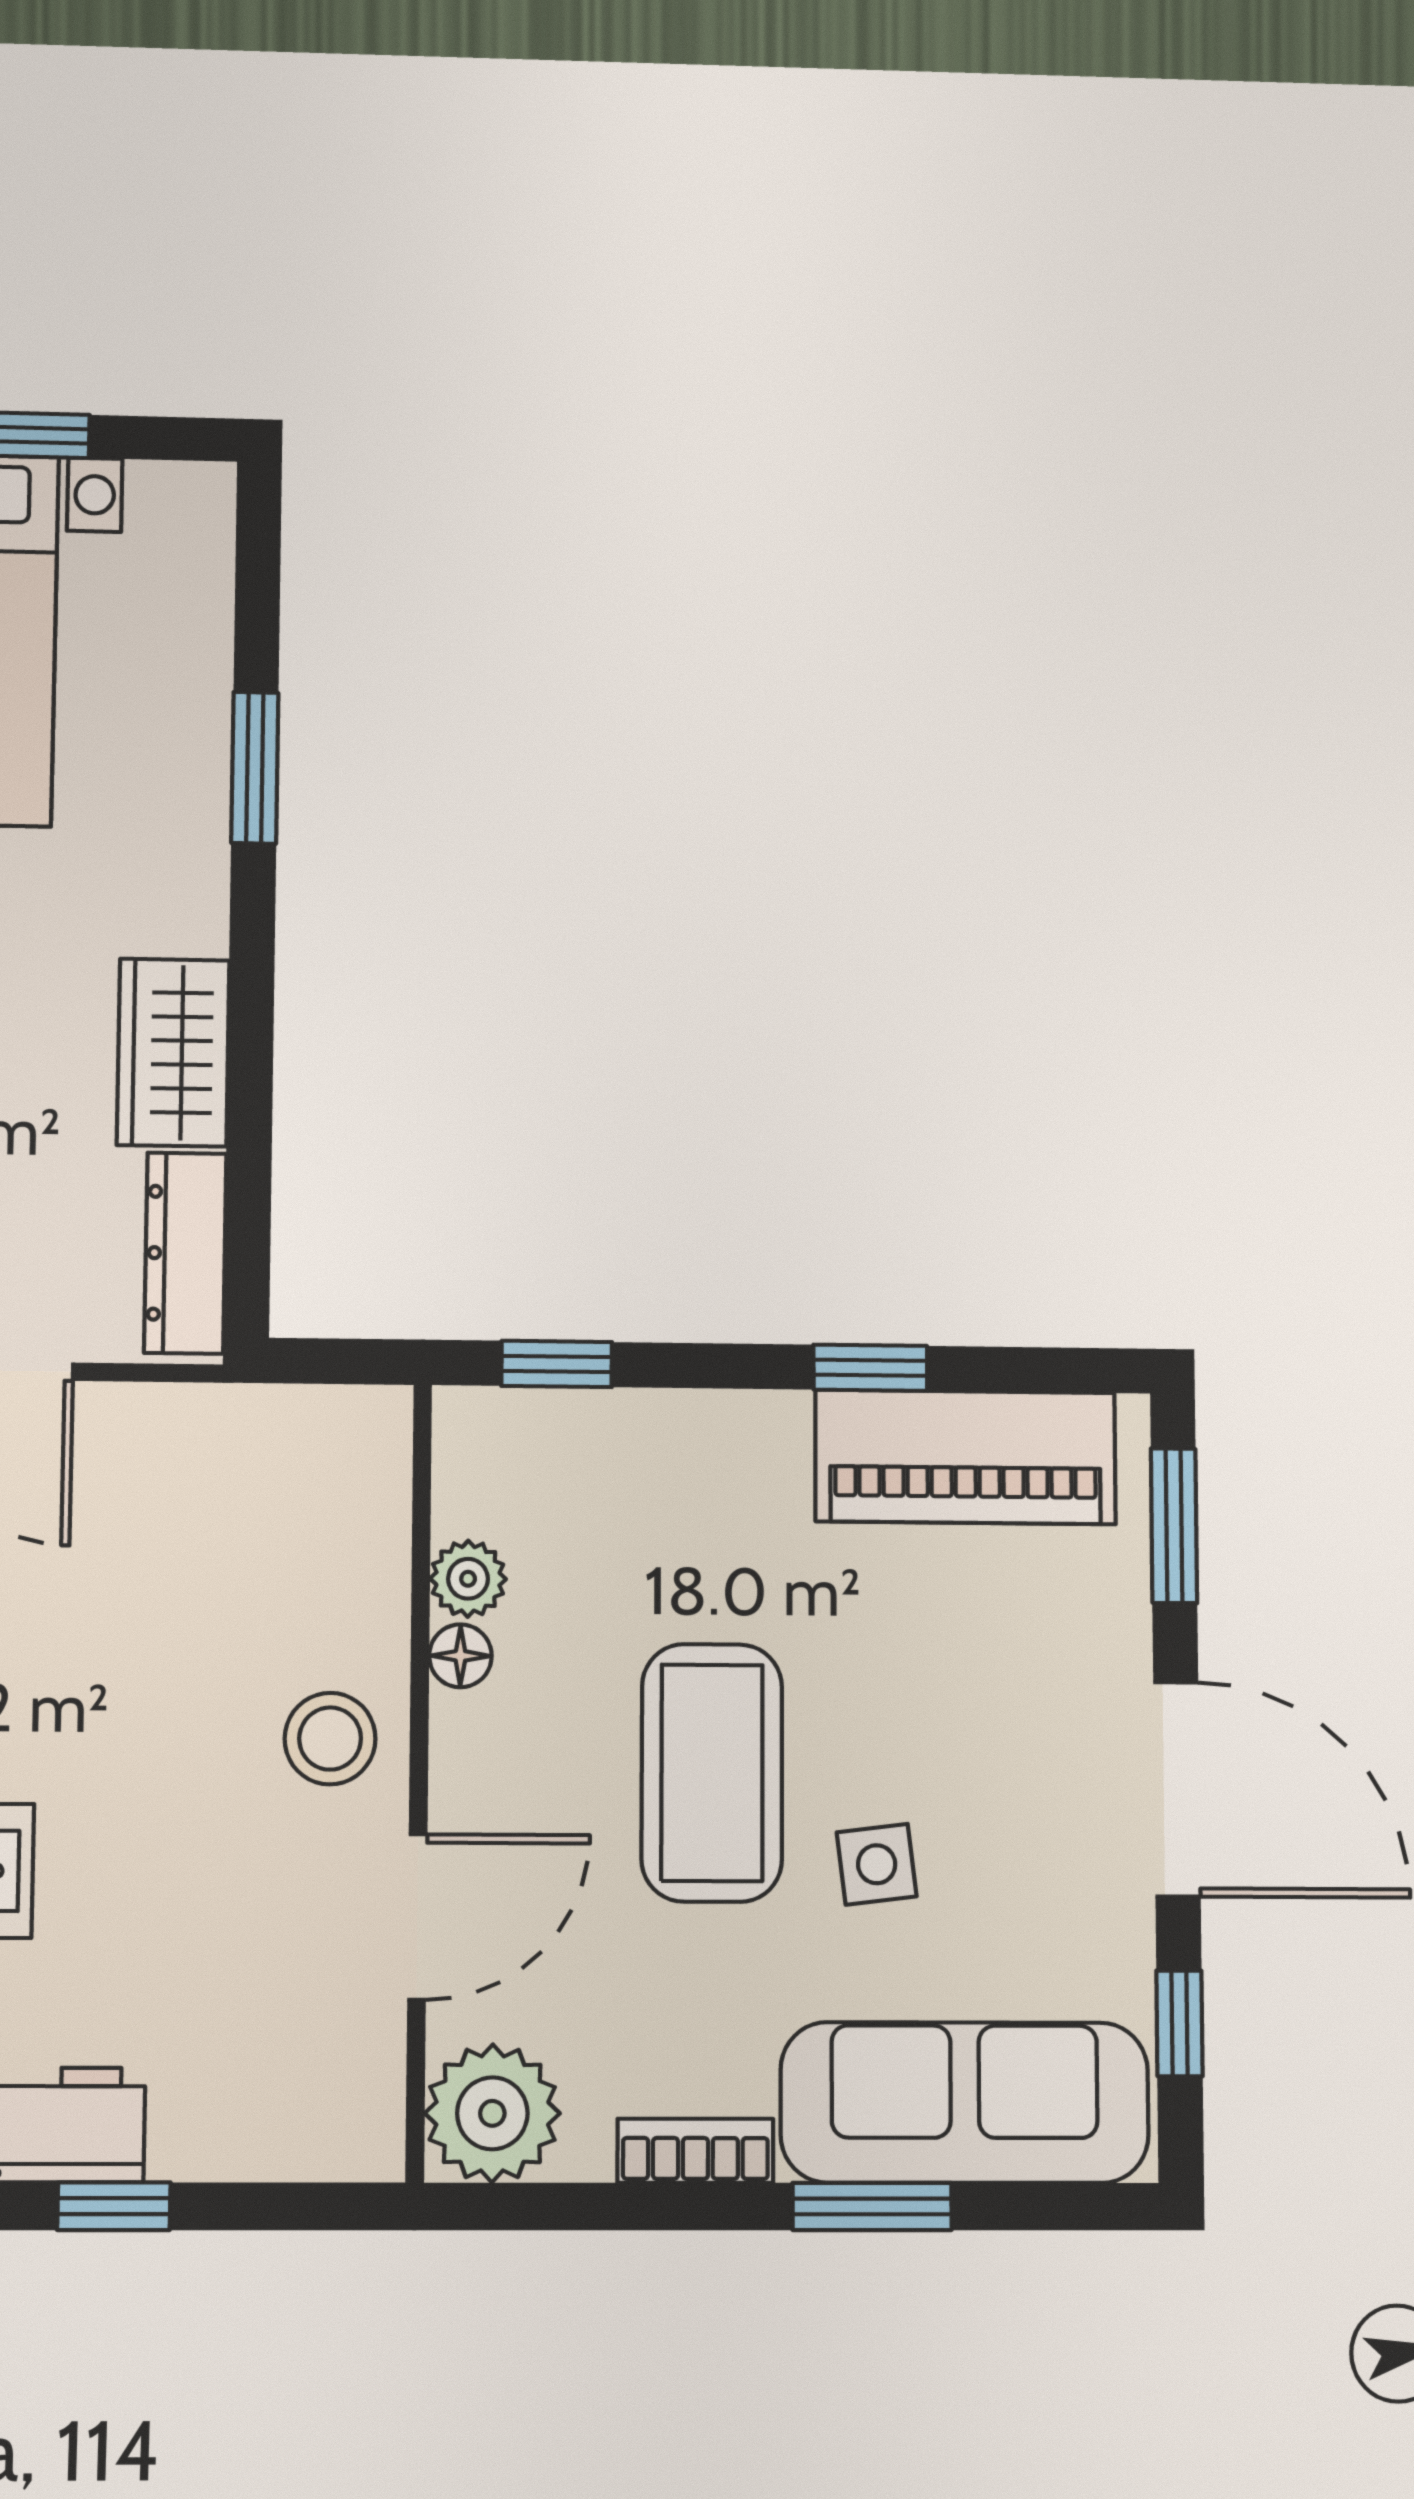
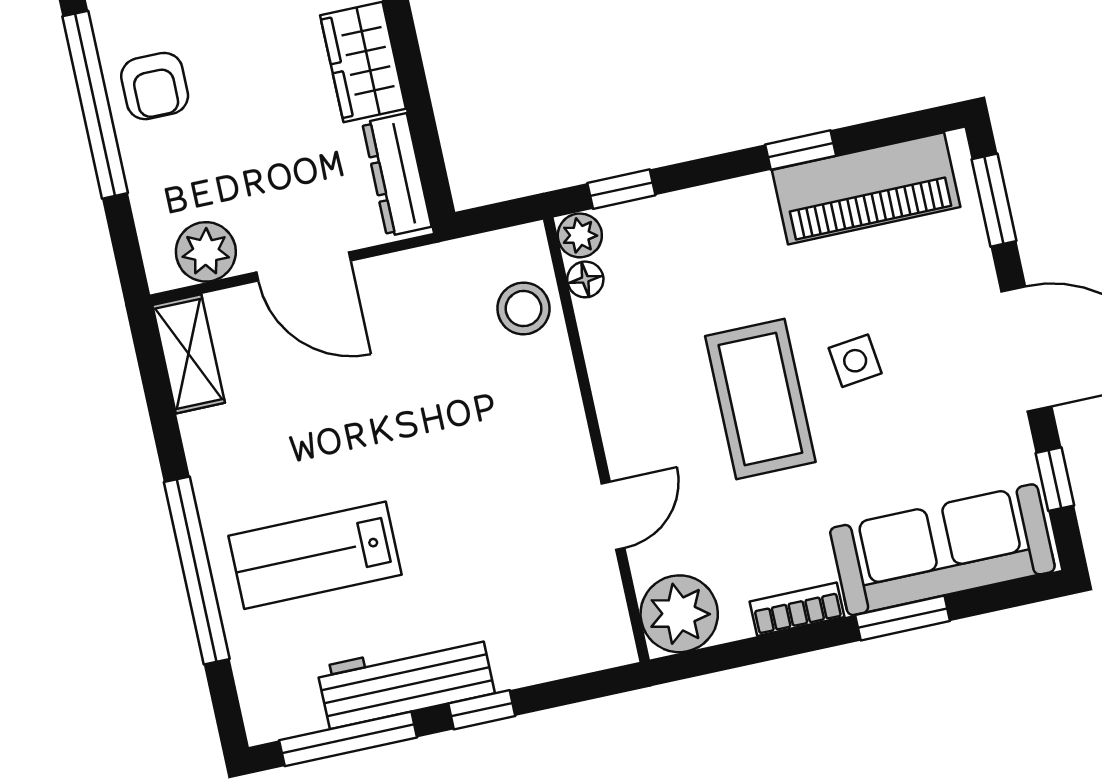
plant: (468, 1579) -> (580, 235), moved
floor lamp: (460, 1656) -> (585, 279), moved
stool: (330, 1739) -> (523, 309), moved
side table: (877, 1864) -> (855, 361), moved
door: (417, 1917) -> (613, 516), width x0.73

